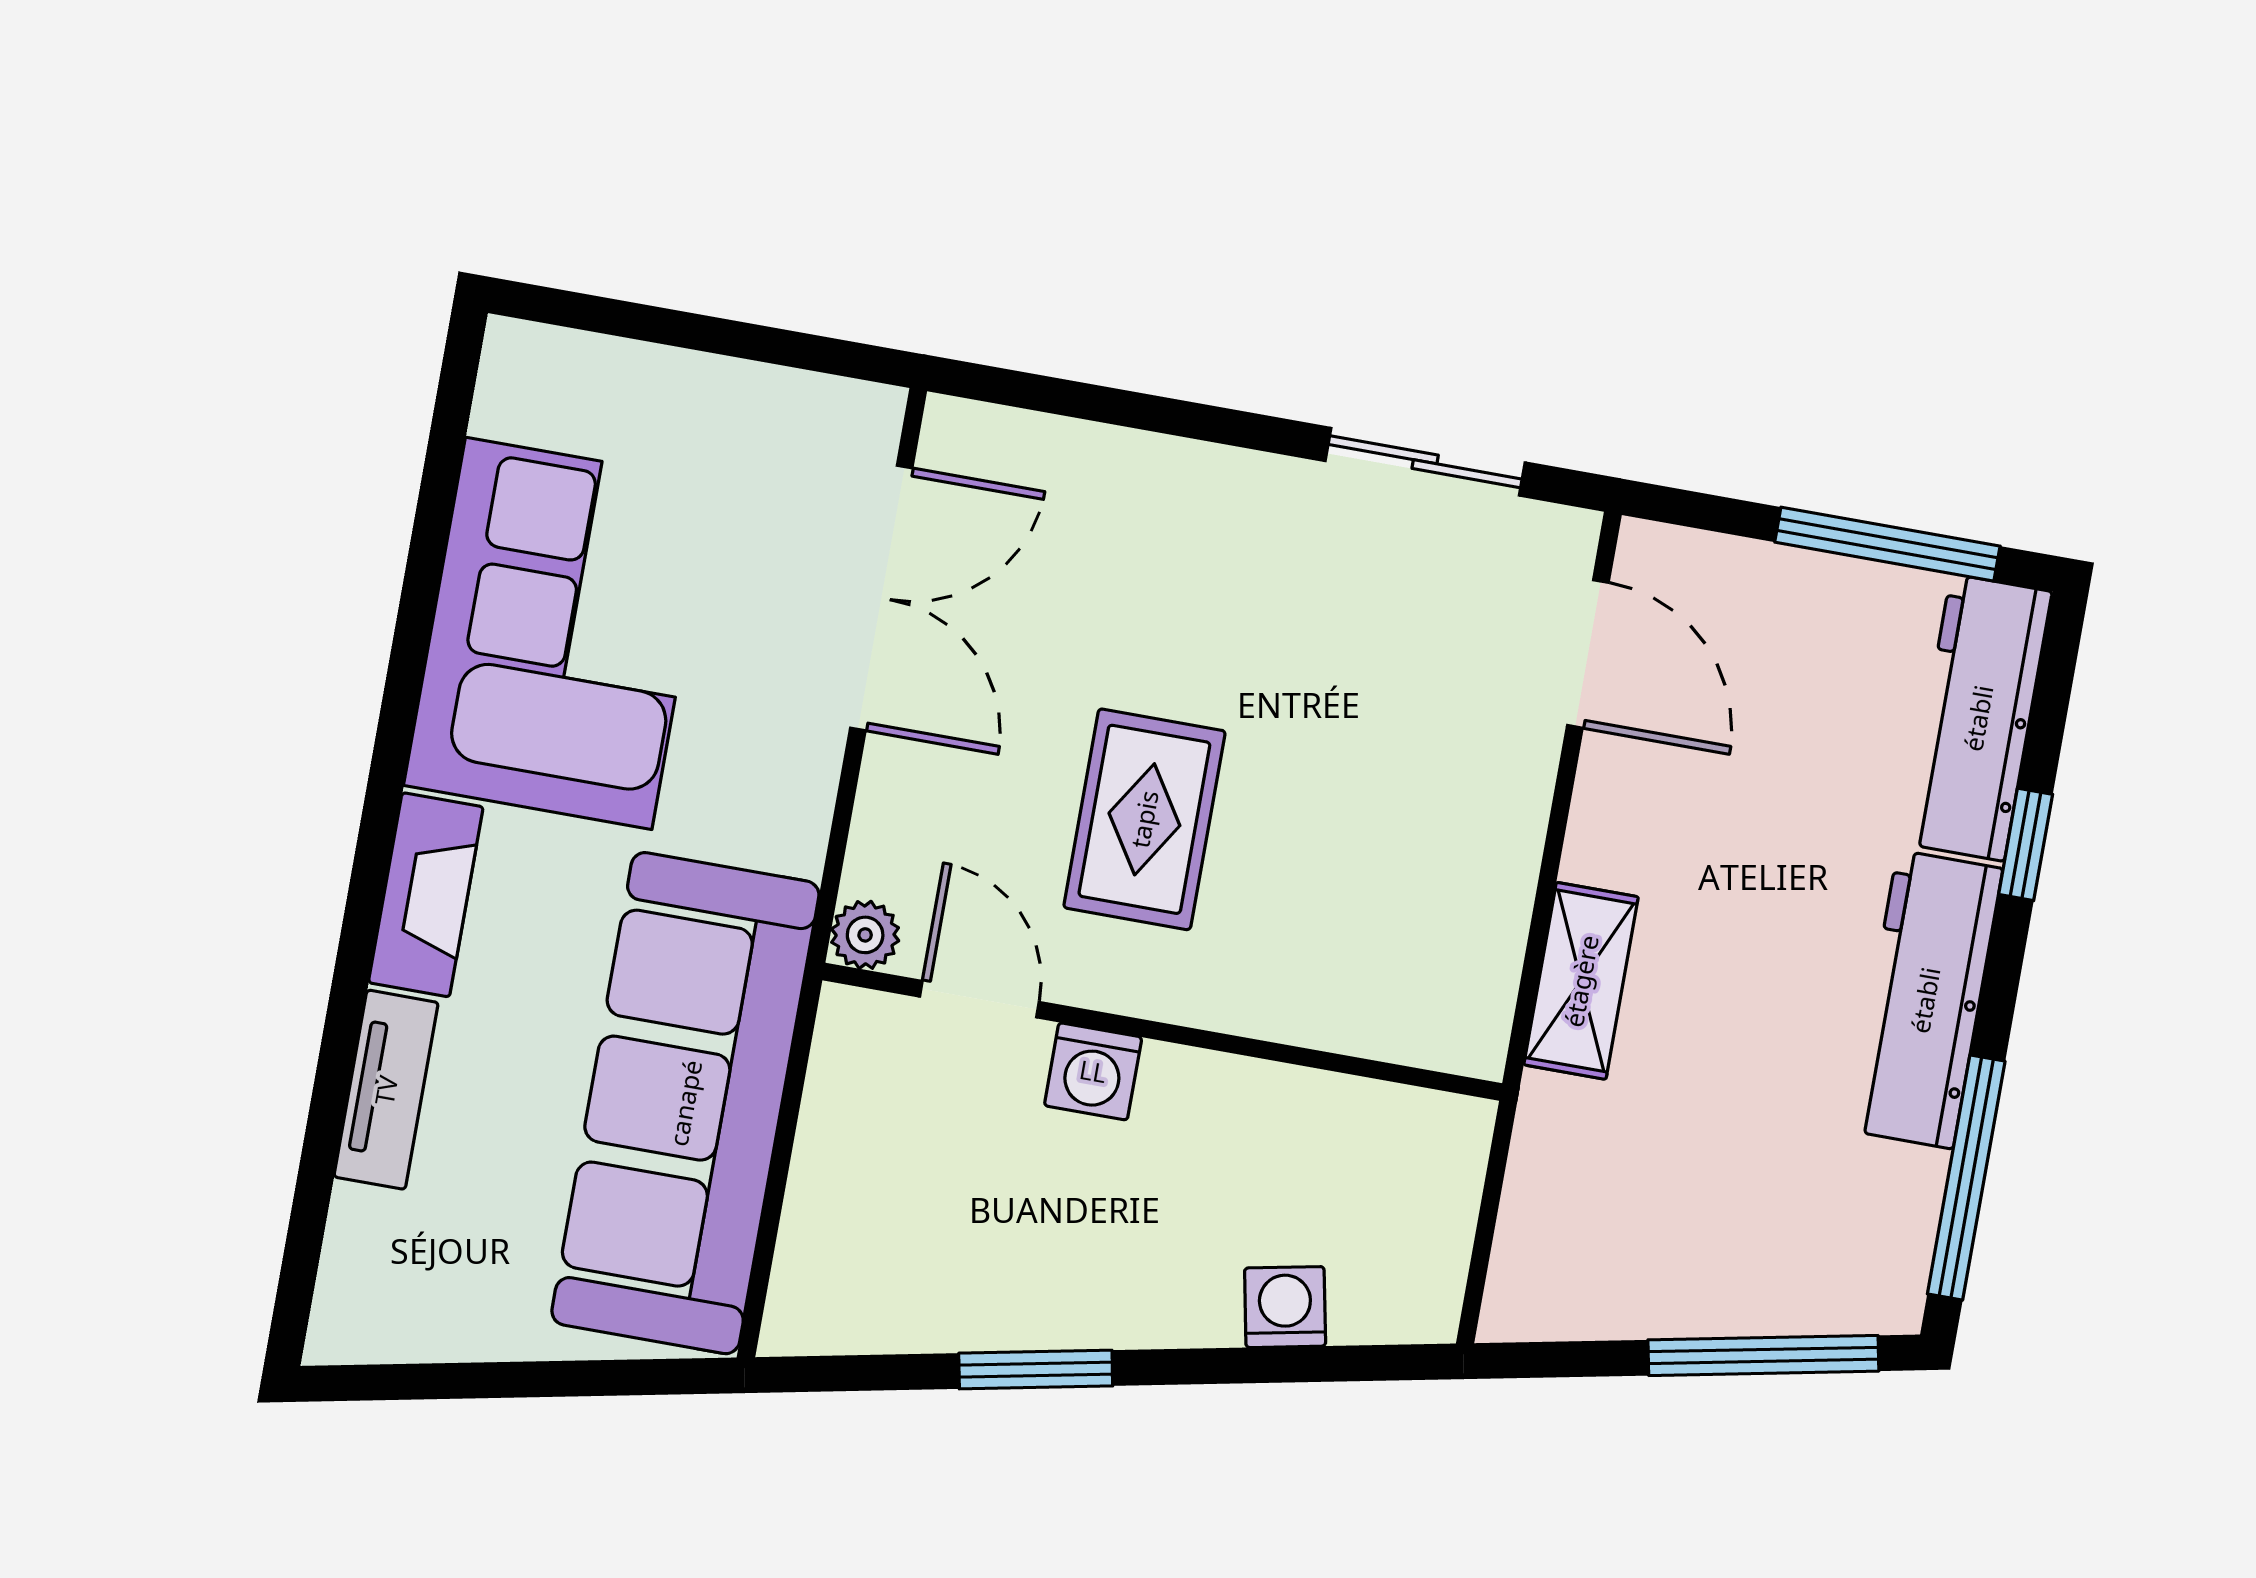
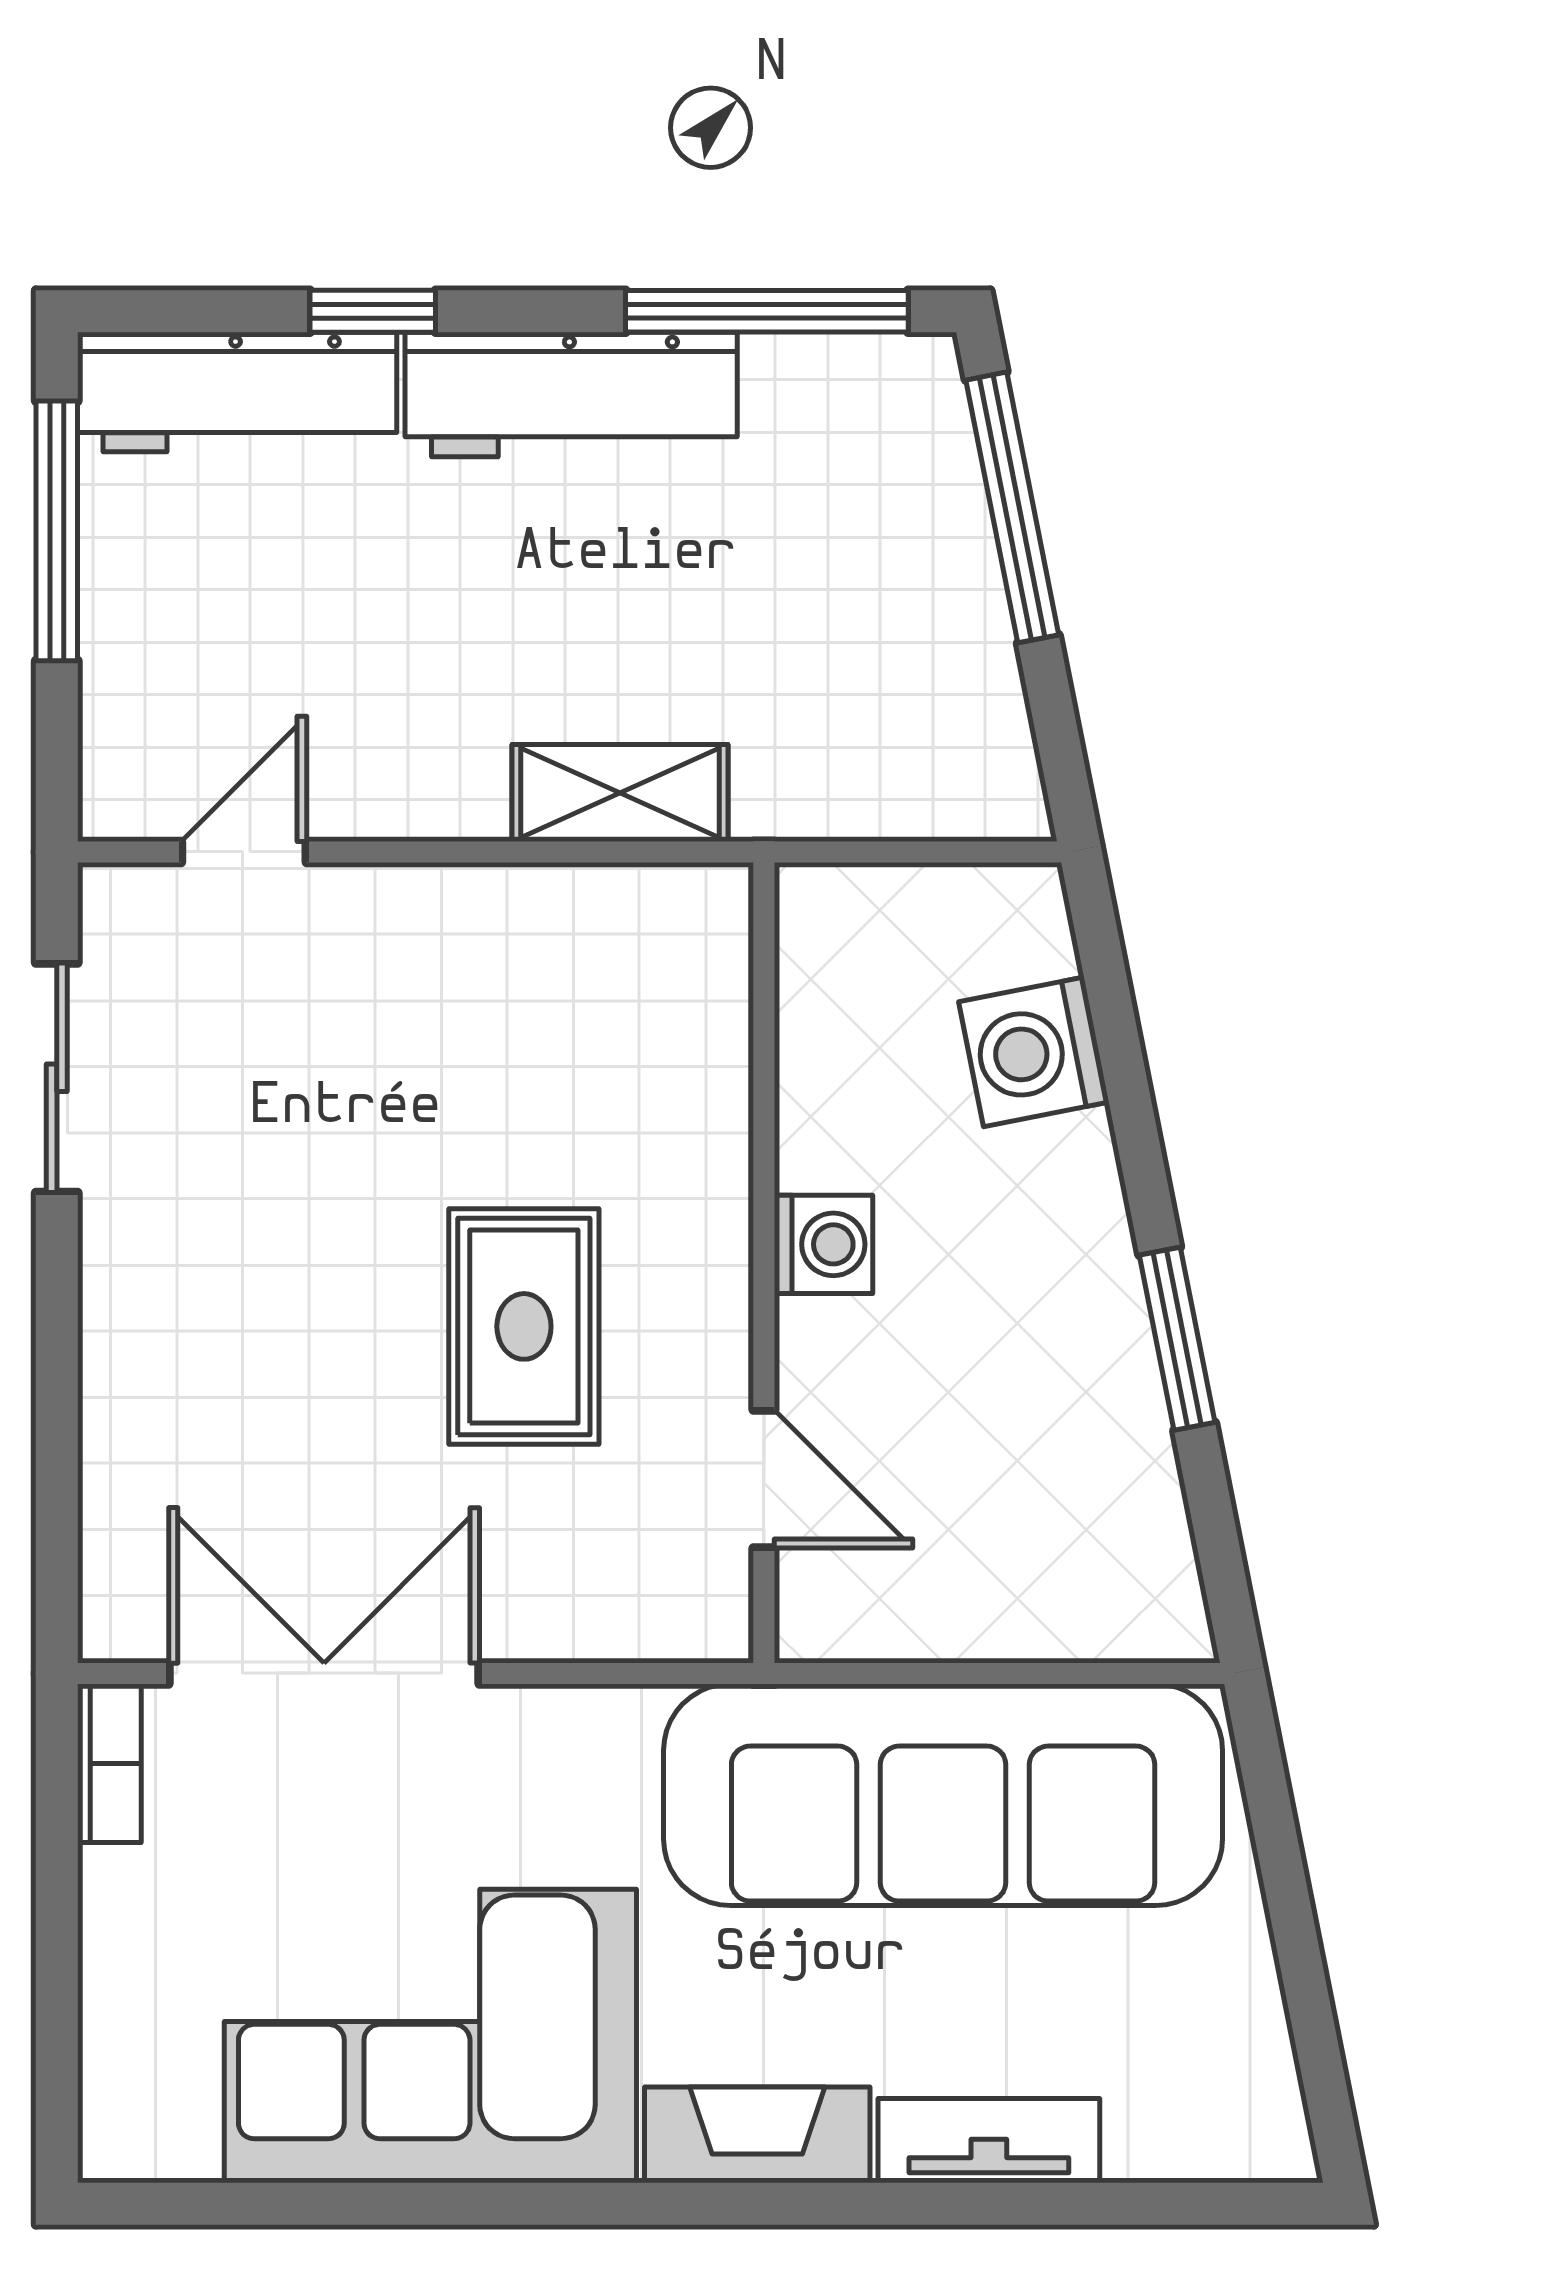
bookcase: (838, 403) -> (109, 1763), added
door: (1588, 654) -> (244, 852), width x0.73
rug: (1144, 819) -> (524, 1326), turned 90
plant: (865, 935) -> (714, 1623), removed
door: (979, 999) -> (764, 1479), swing flipped
washing machine: (1093, 1071) -> (823, 1244), moved
washing machine: (1285, 1307) -> (1034, 1052), width x1.38, depth x1.38

